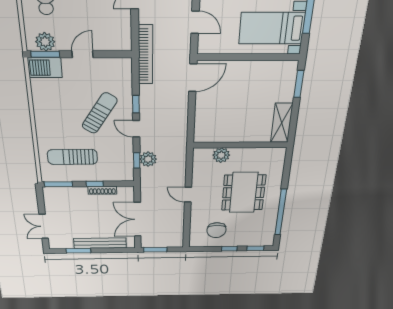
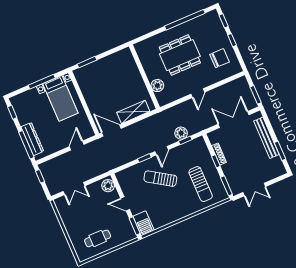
plant: (45, 42) -> (108, 186), moved
bookcase: (146, 55) -> (109, 166), removed
shelving: (282, 123) -> (133, 112), moved
double door: (137, 219) -> (234, 119), swing flipped
double door: (44, 226) -> (254, 190), moved

